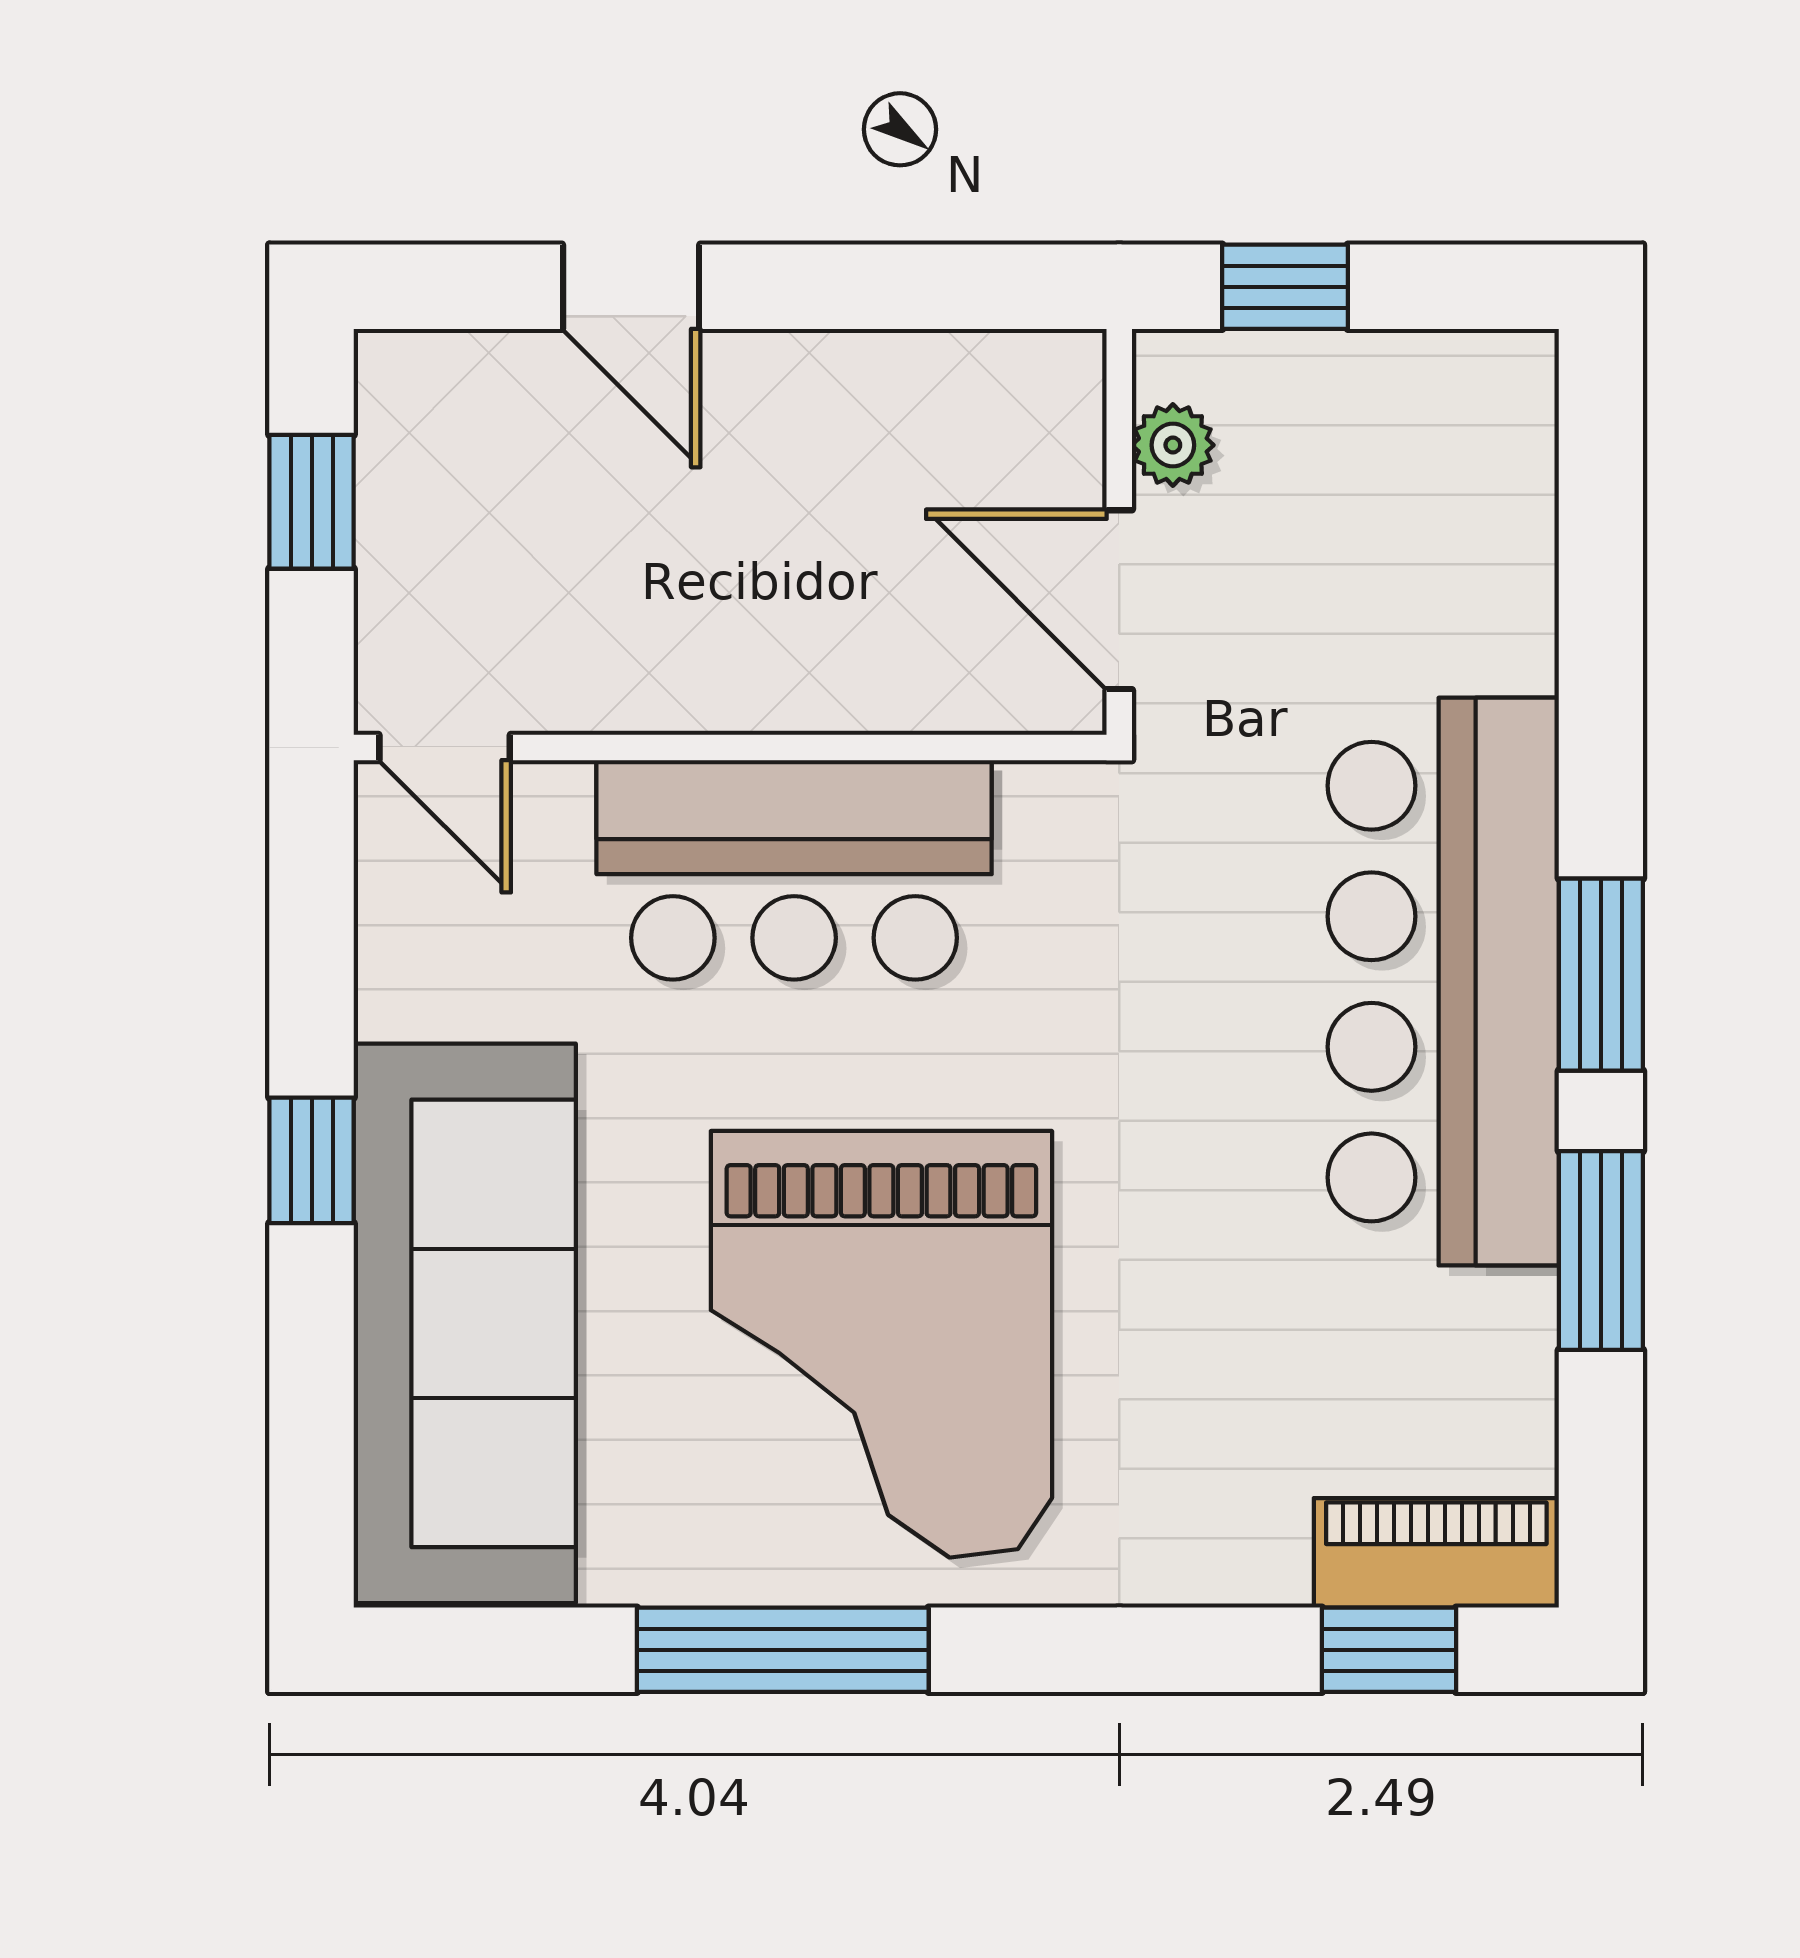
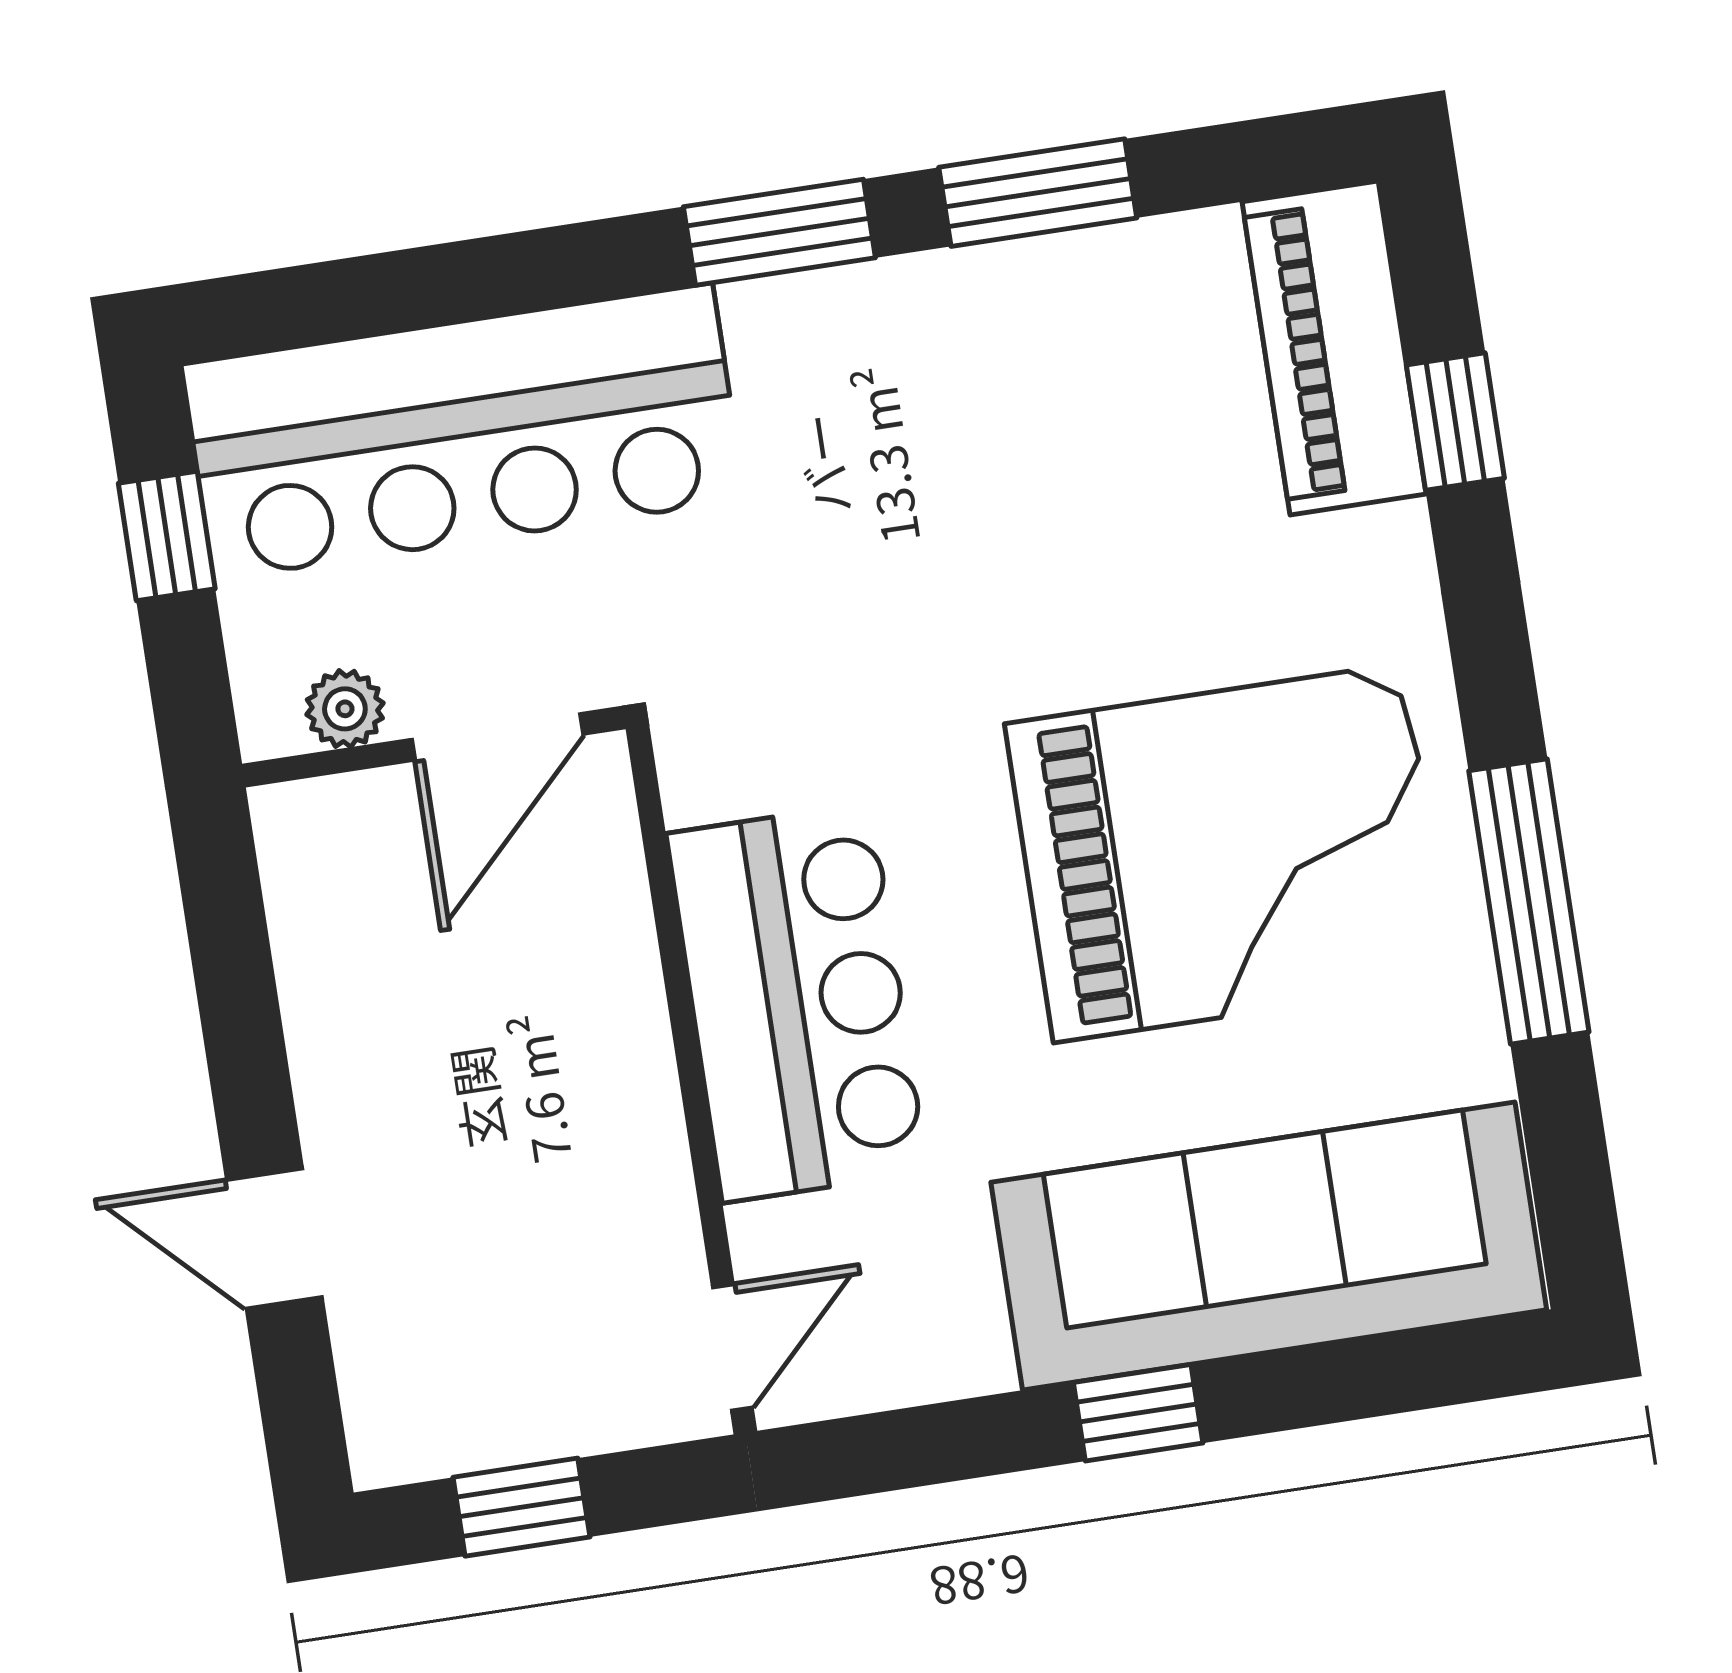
door: (631, 287) -> (274, 1239), swing flipped
window: (1285, 287) -> (167, 536), moved
bar counter: (1443, 982) -> (463, 432), moved
piano: (1436, 1553) -> (1334, 348), width x1.37, depth x1.33
window: (1389, 1650) -> (1455, 422), moved

